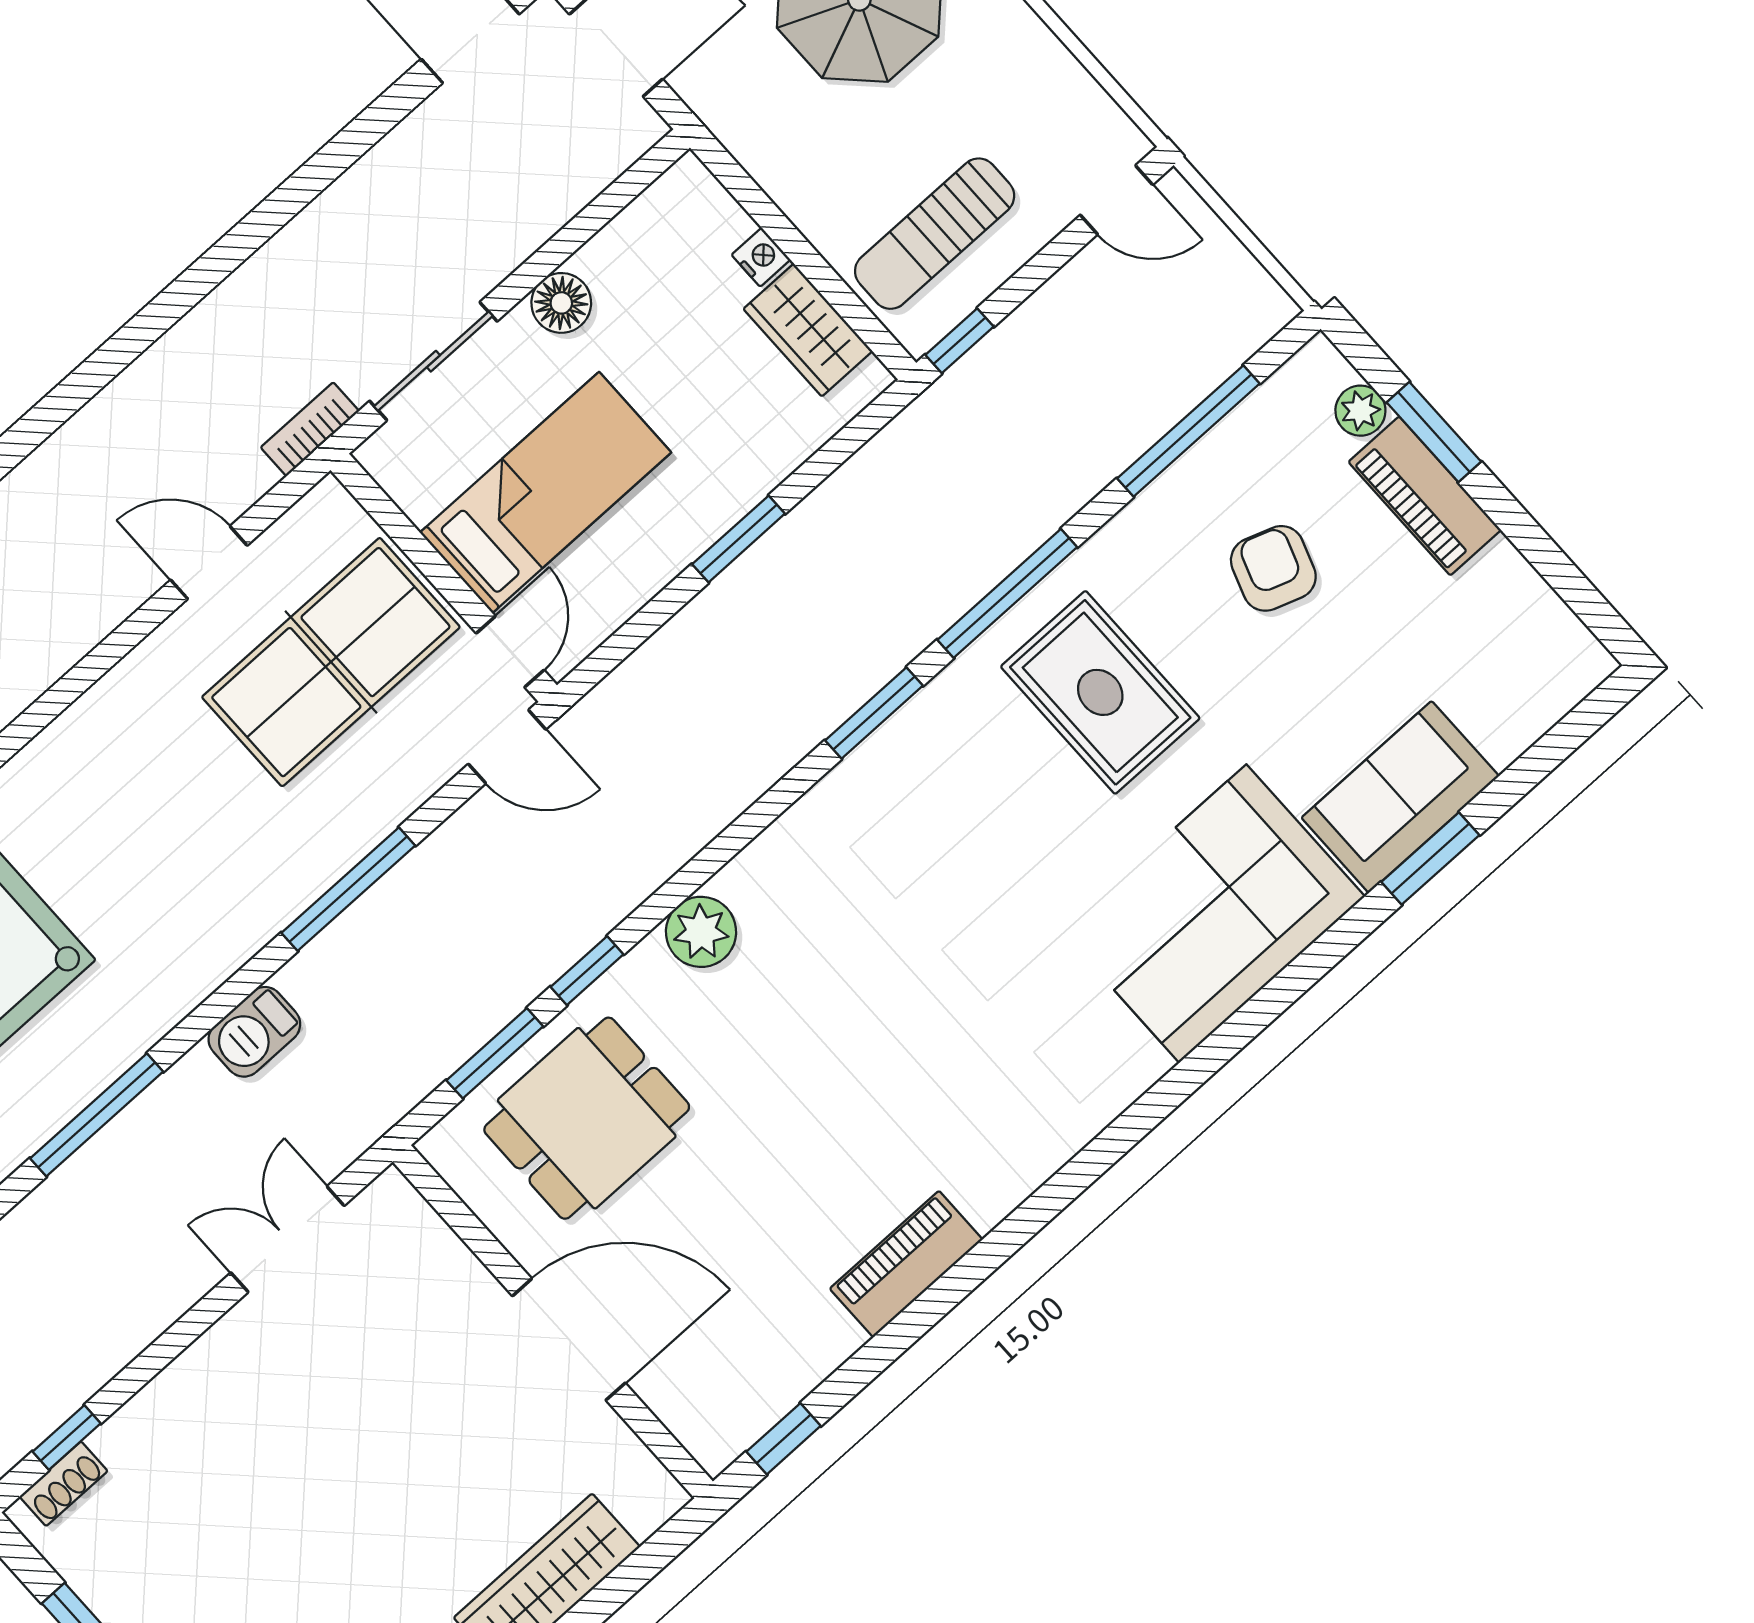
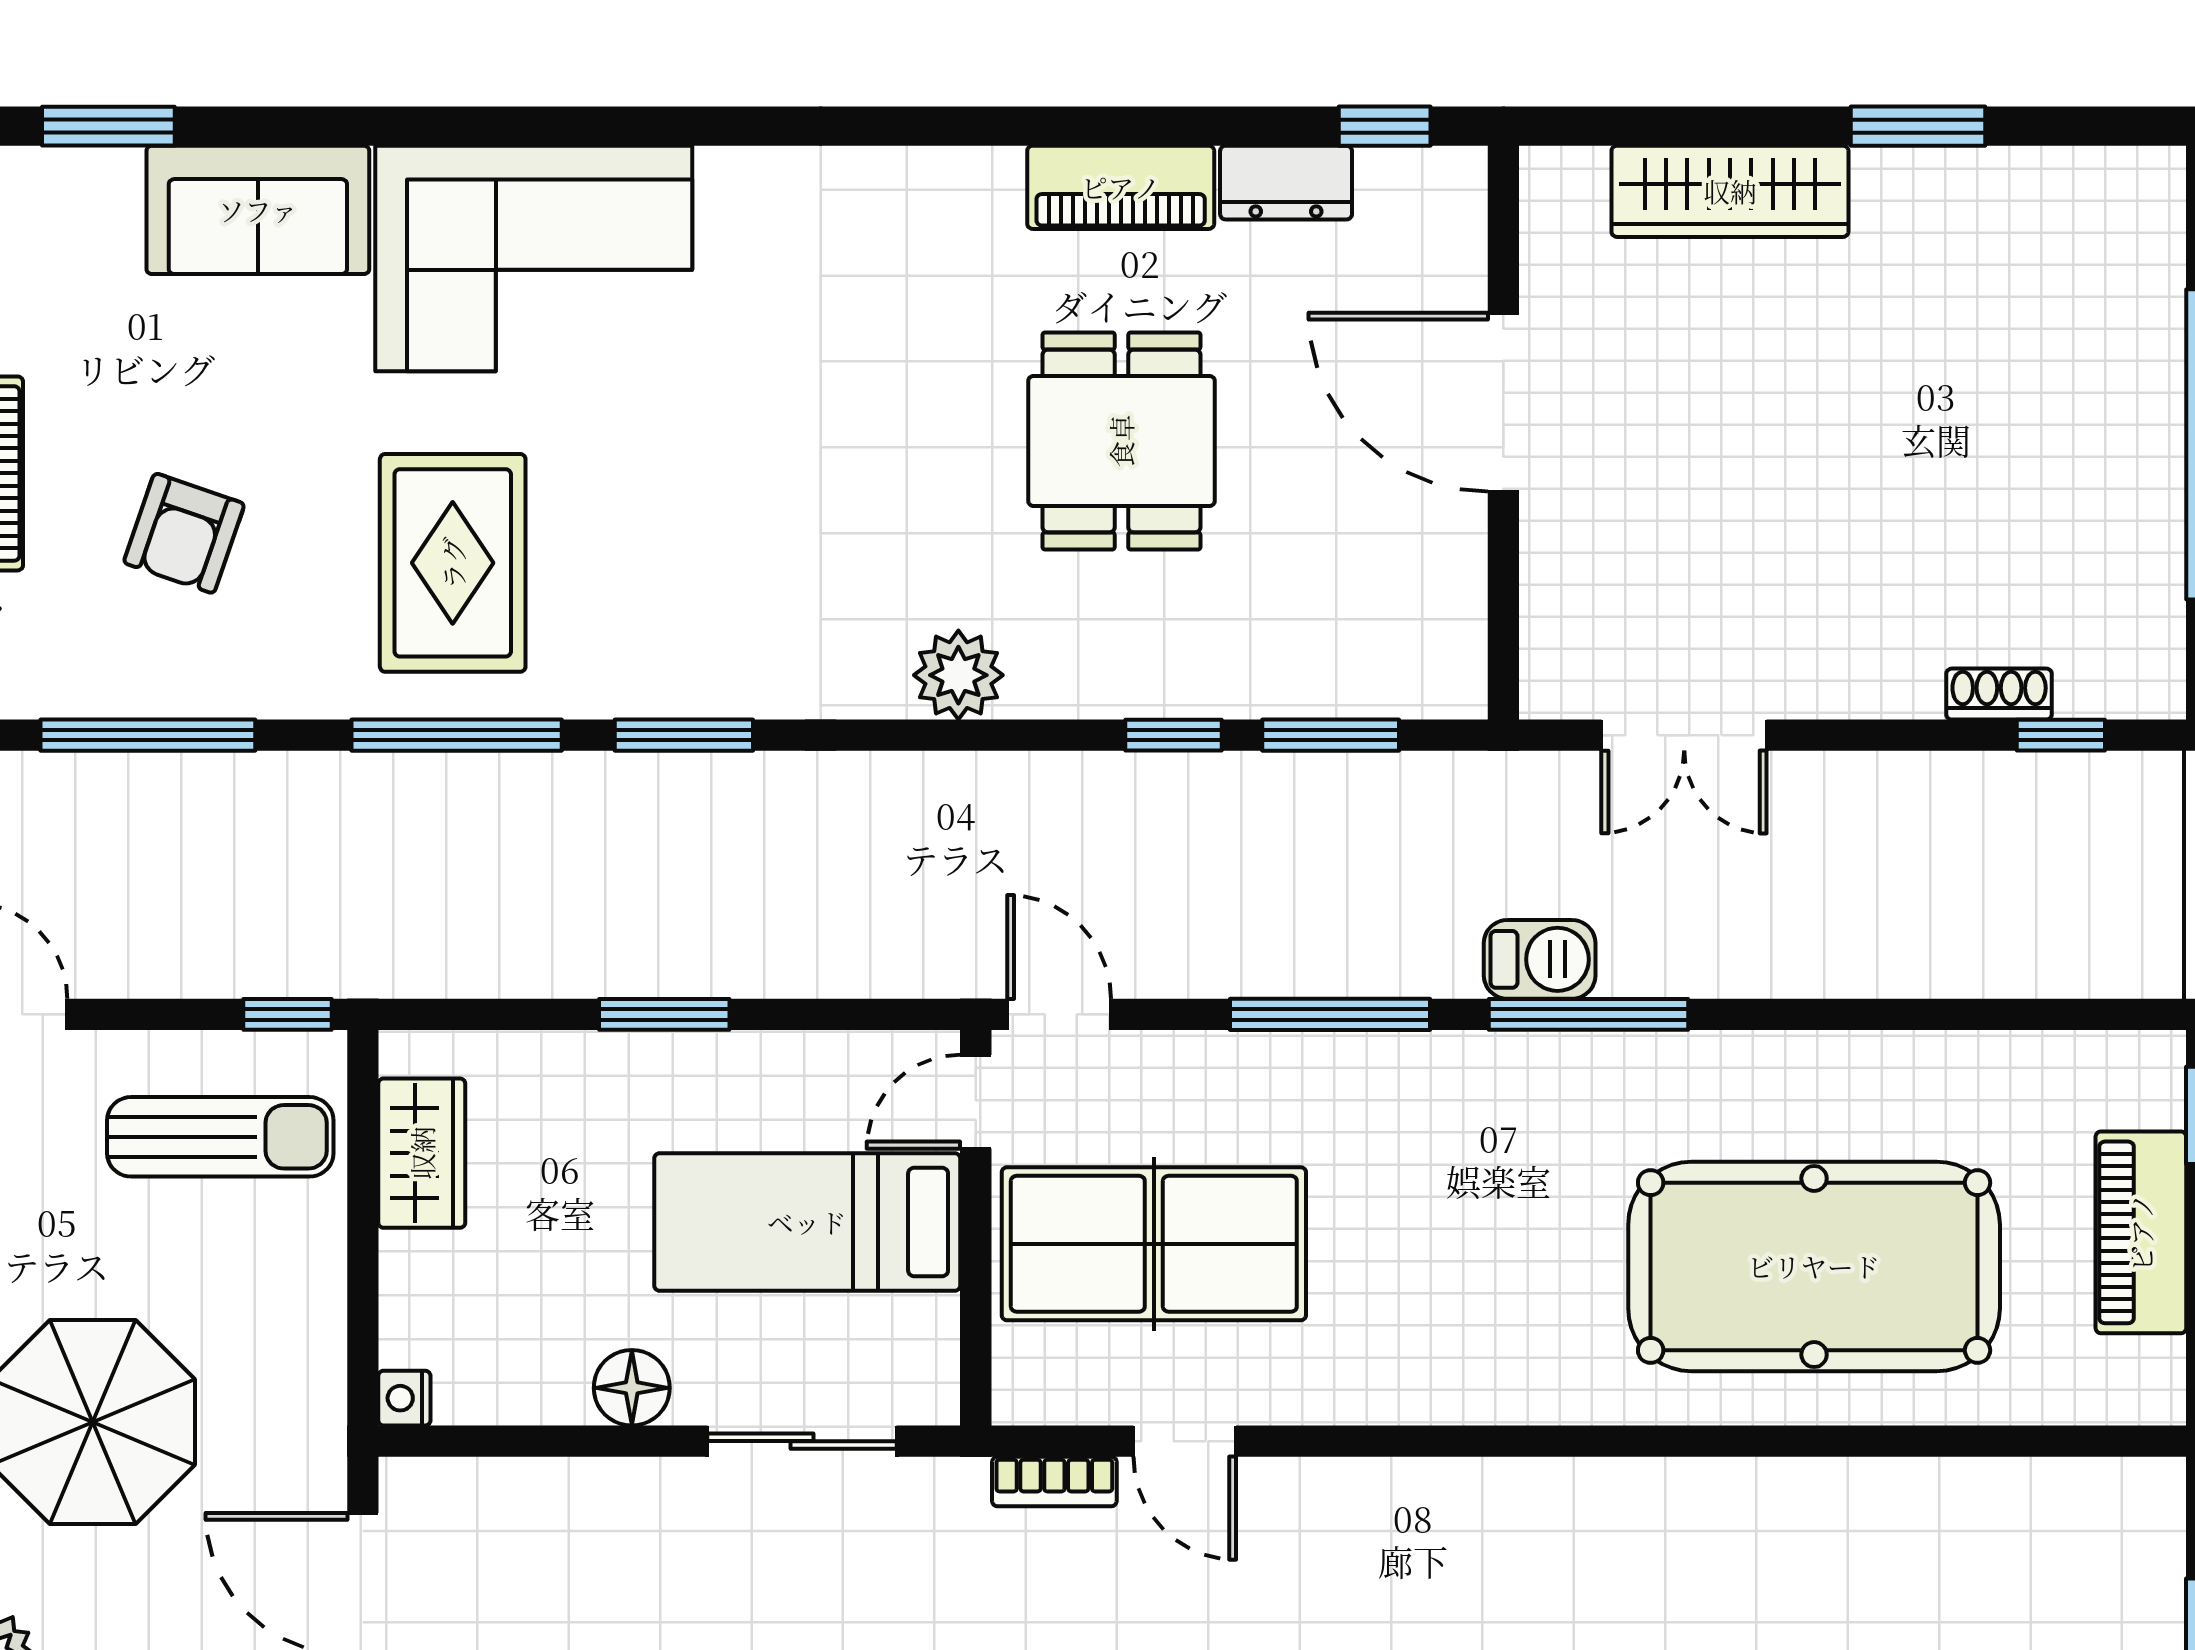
nightstand: (761, 257) -> (404, 1398), moved
bookcase: (310, 429) -> (1054, 1482), moved
window: (1430, 858) -> (108, 126), moved
plant: (701, 932) -> (958, 675), moved
window: (97, 1115) -> (1589, 1014), moved
dining table: (587, 1118) -> (1121, 441), moved, turned 90
dresser: (812, 1354) -> (1286, 183), added
shoe rack: (64, 1484) -> (1999, 694), moved

